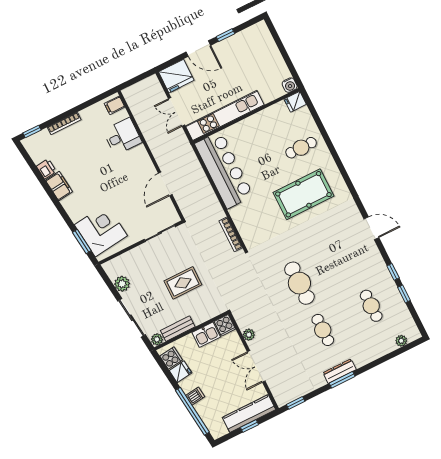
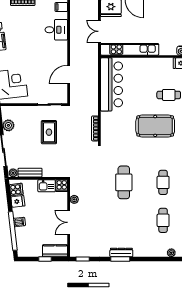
rug: (183, 283) -> (49, 132), moved, turned 90
cafe table: (323, 330) -> (163, 182), moved
kitchen counter: (249, 413) -> (55, 251), width x0.67

